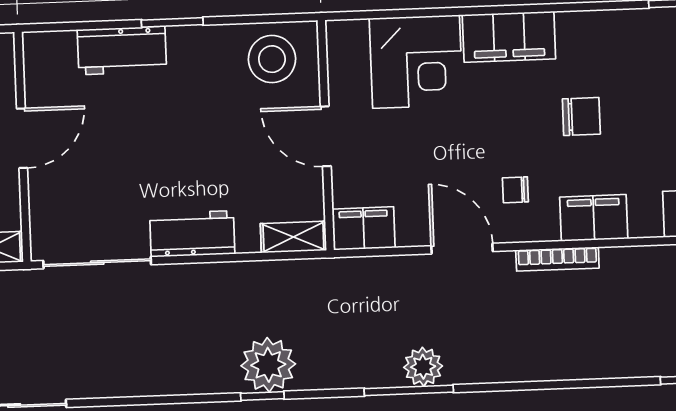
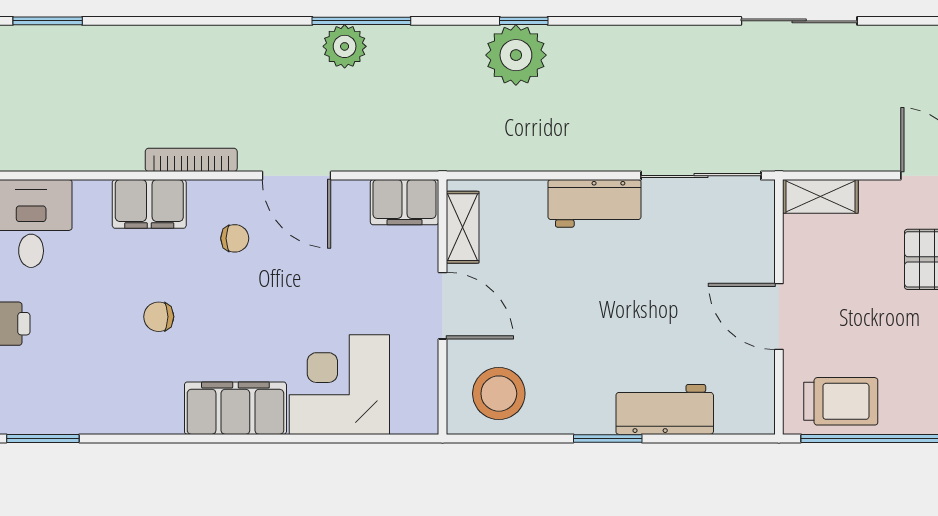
chair: (581, 117) -> (159, 317), width x0.73, depth x0.73
door: (22, 138) -> (779, 316), hinge flipped
shelving: (293, 237) -> (463, 227), moved, turned 90

